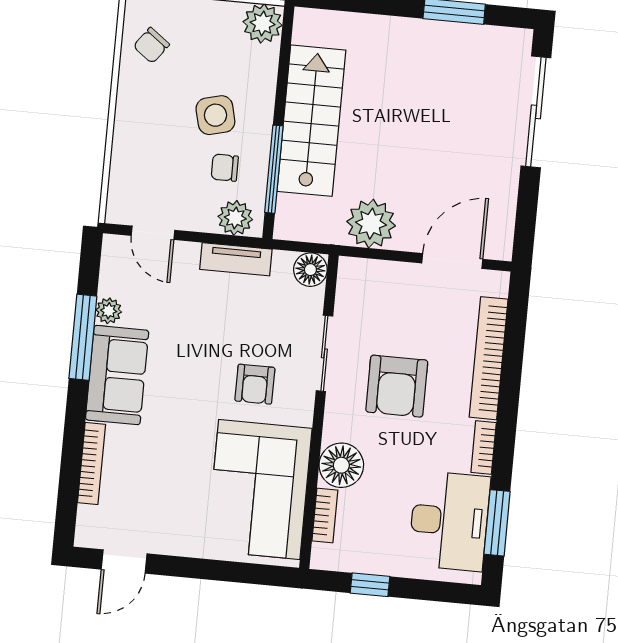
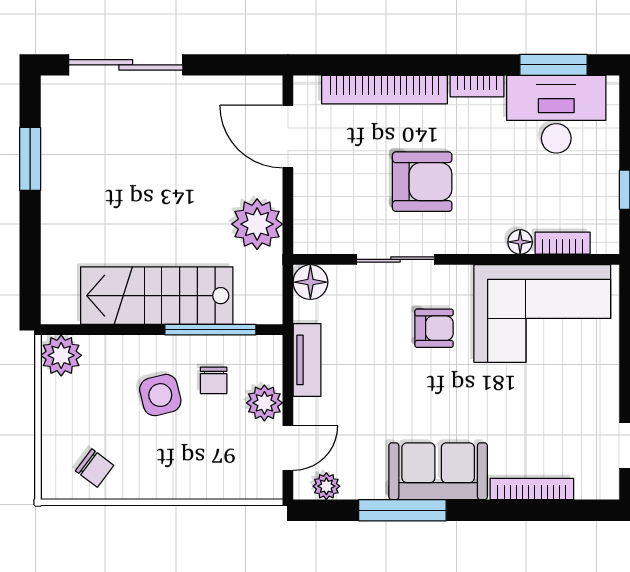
plant: (235, 218) -> (264, 403), moved
plant: (109, 311) -> (326, 486), moved
floor lamp: (341, 465) -> (520, 242), width x0.53, depth x0.53

